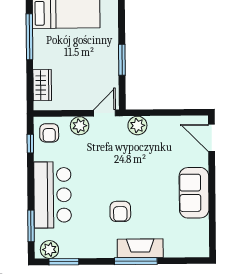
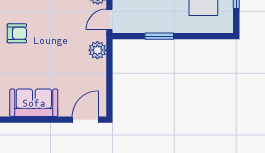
door: (105, 113) -> (109, 19), swing flipped
armchair: (120, 211) -> (17, 33), turned 180

